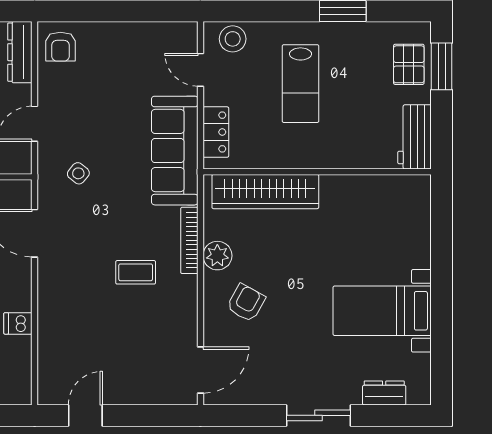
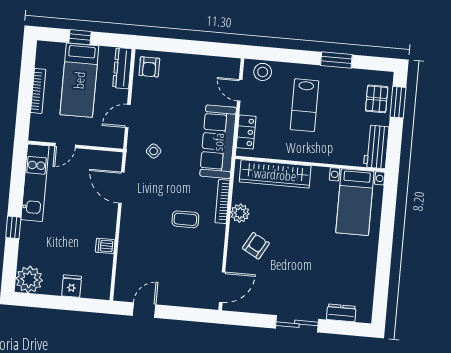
bed with nightstands: (382, 311) -> (355, 202), moved, turned -90

